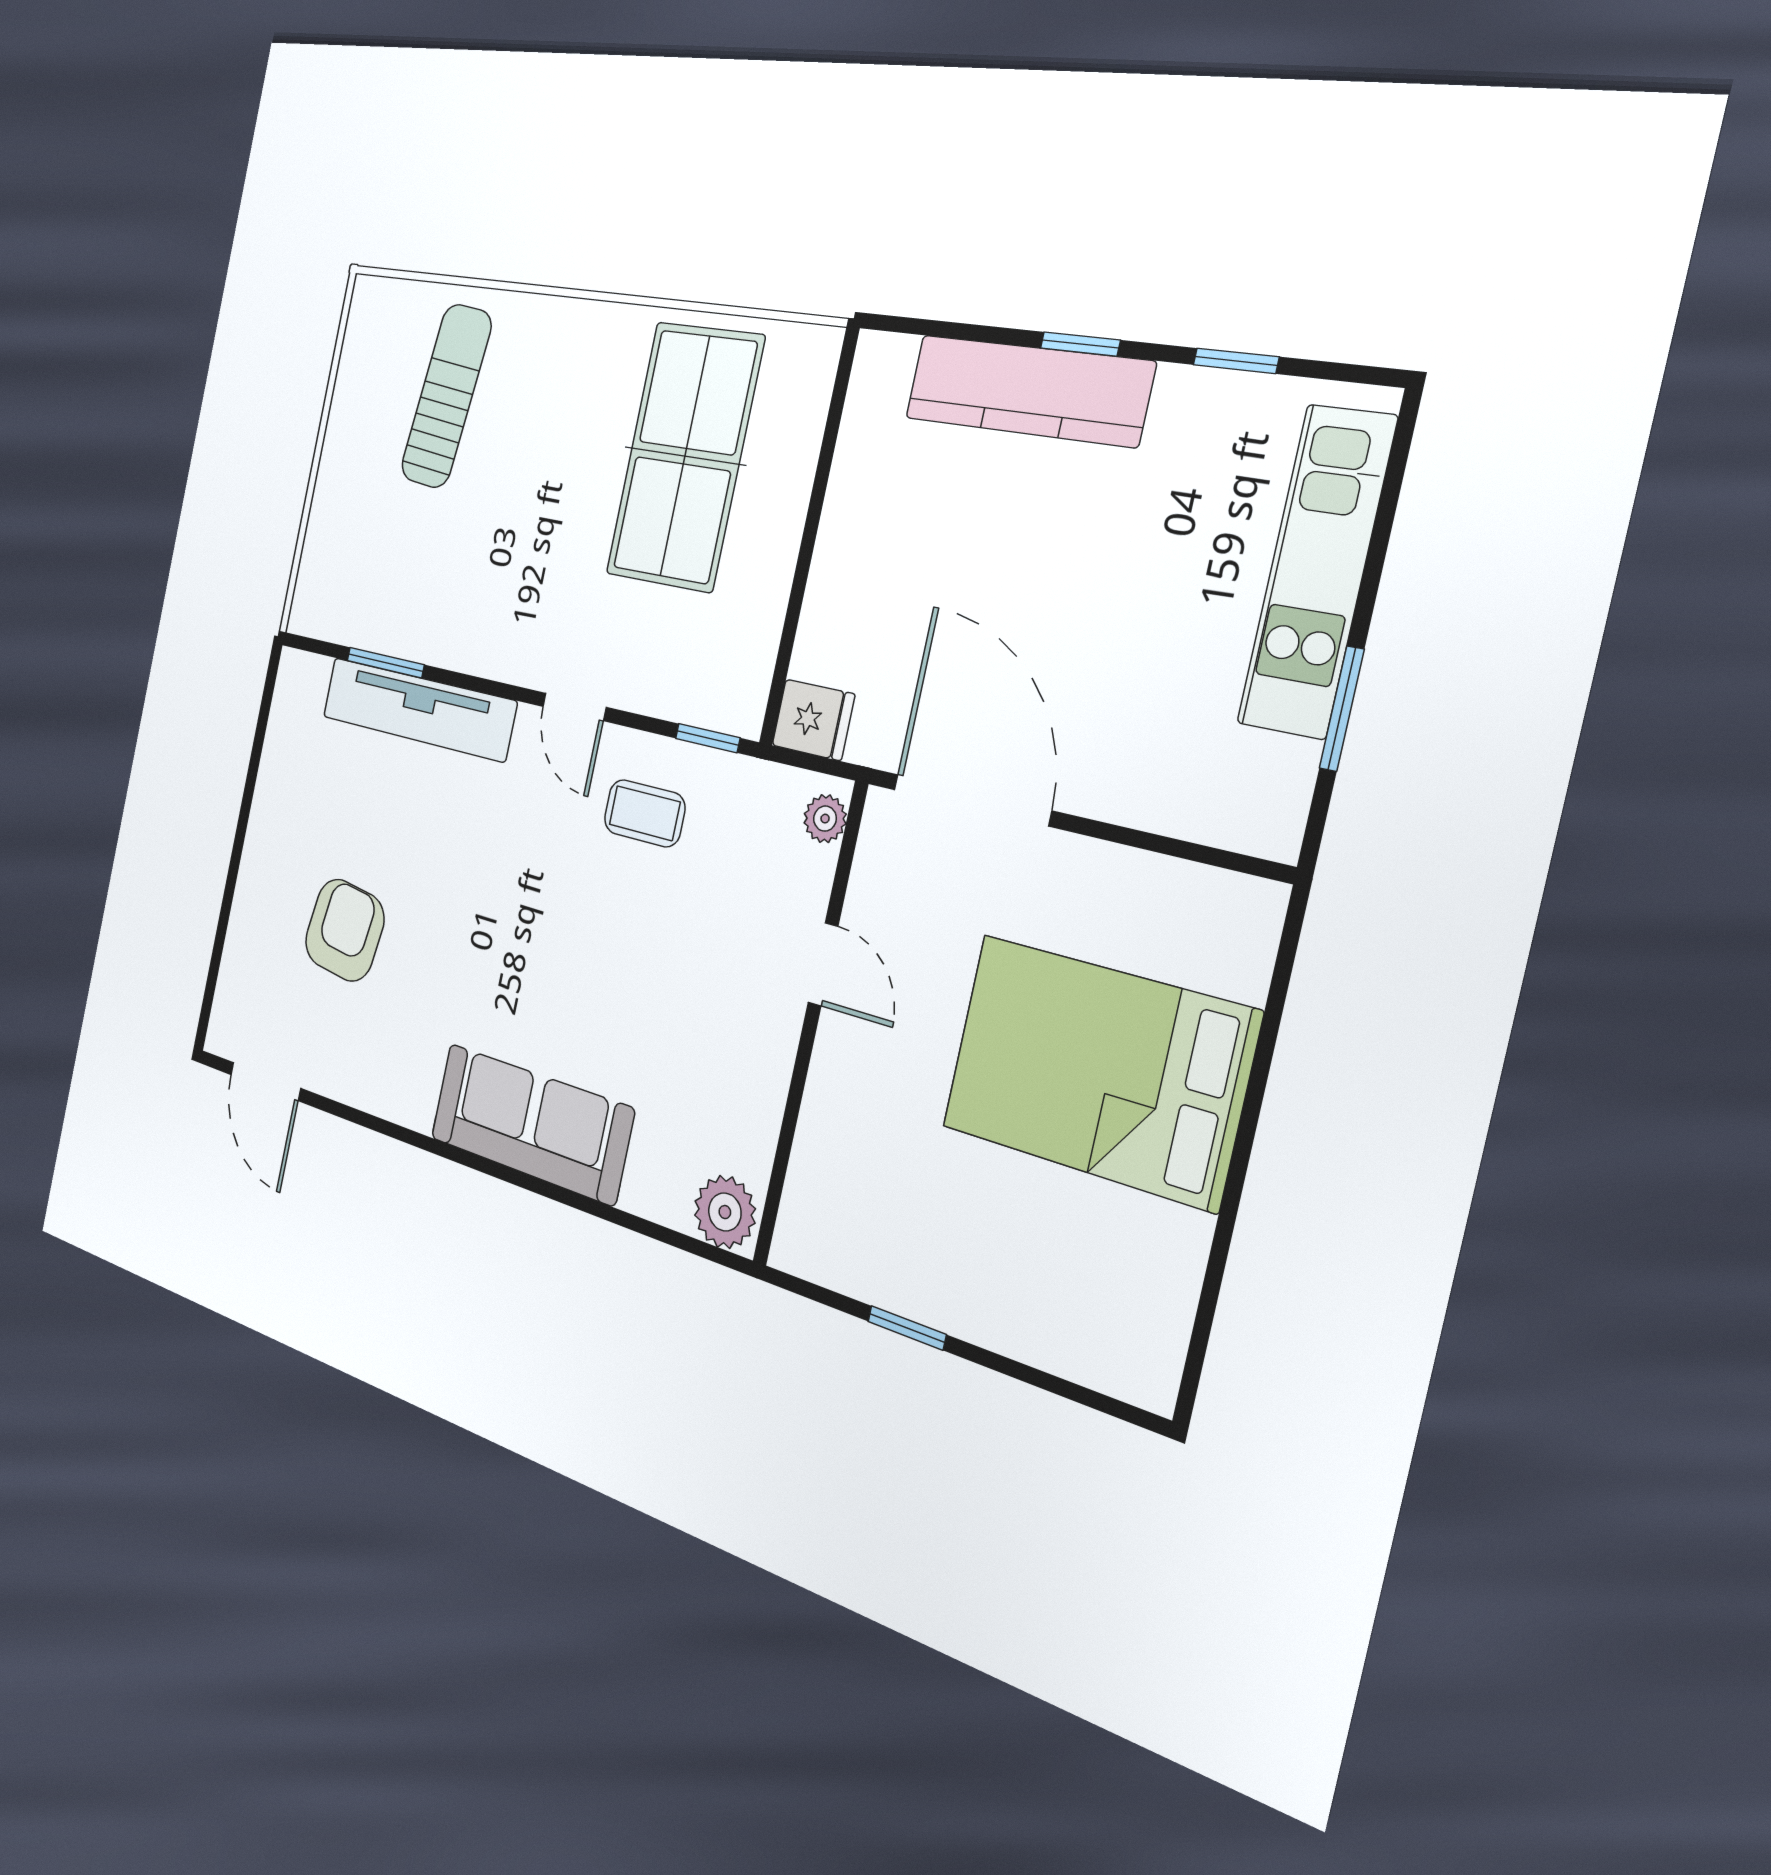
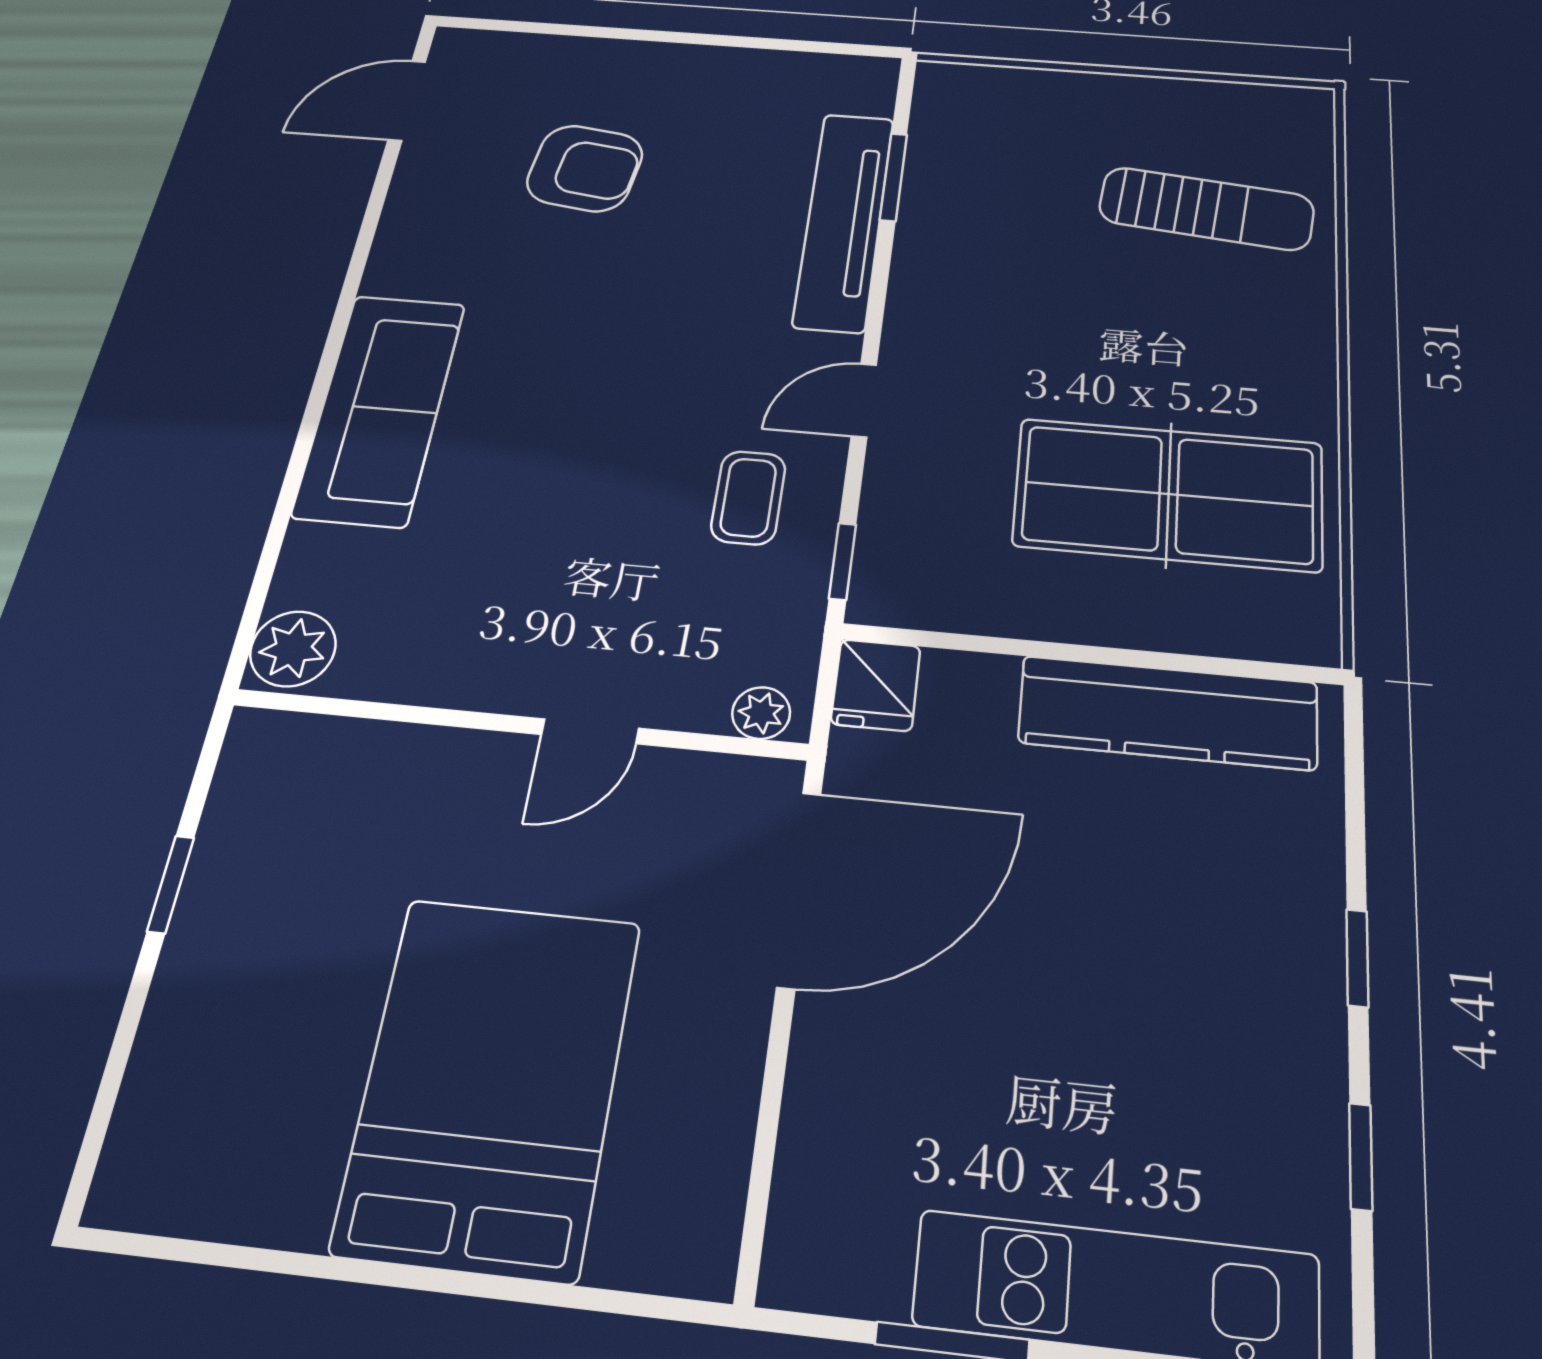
kitchen counter: (1028, 390) -> (1168, 713), moved, turned -90

